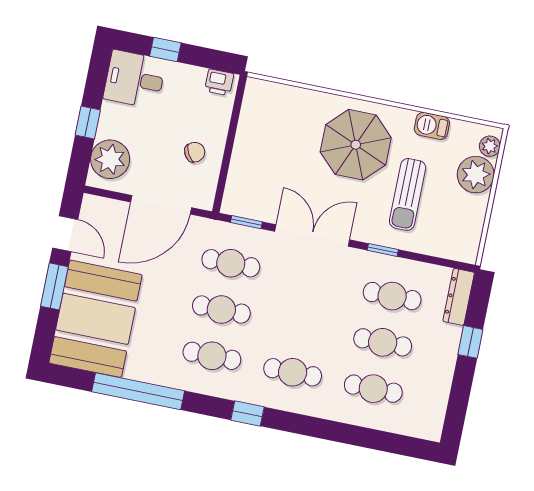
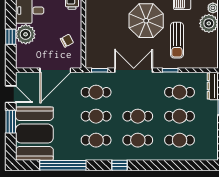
plant: (110, 159) -> (26, 34), moved
cafe table: (302, 326) -> (138, 116), added

